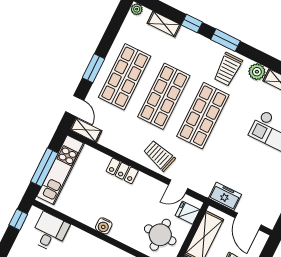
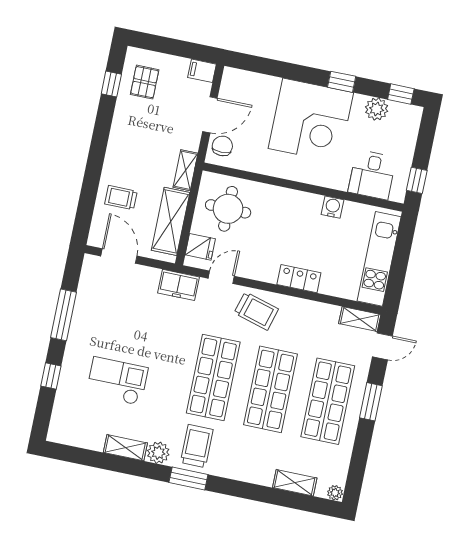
window: (192, 23) -> (259, 493), removed
window: (226, 40) -> (188, 478), moved
door: (75, 106) -> (382, 346), swing flipped
window: (44, 167) -> (401, 257), removed
freezer: (225, 196) -> (179, 285), moved
water cooler: (104, 226) -> (333, 207), moved

